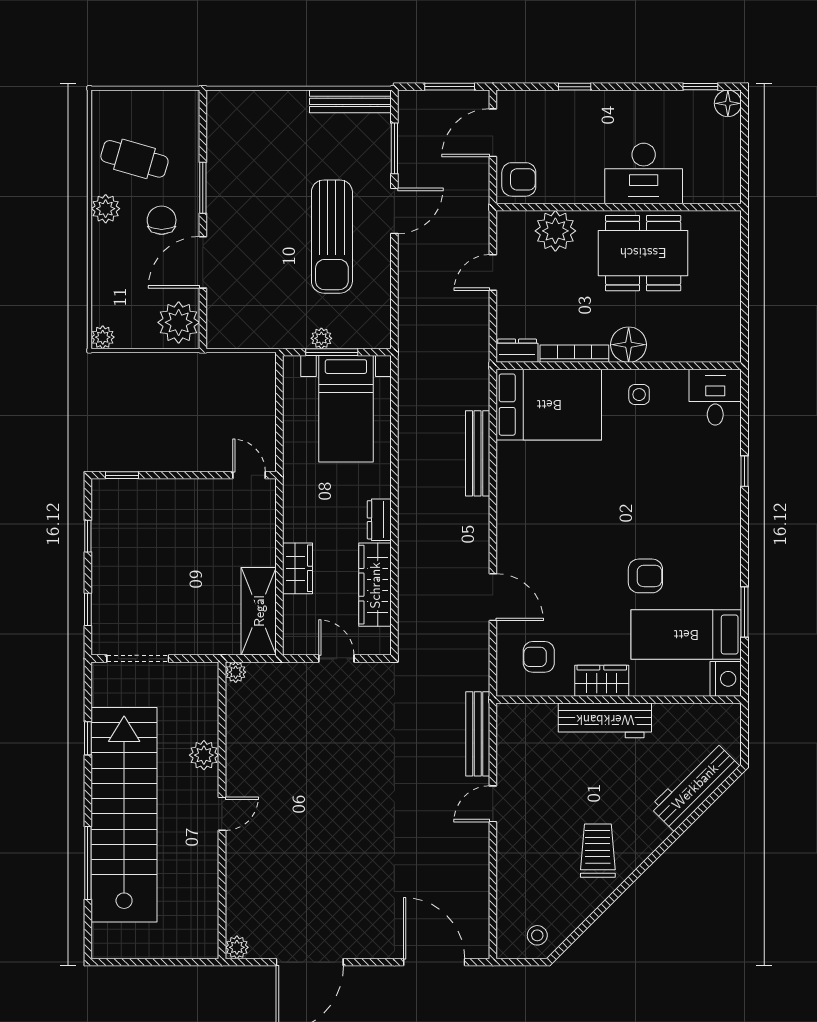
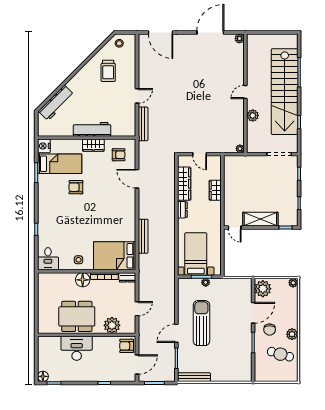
shelving: (259, 611) -> (260, 219), moved, turned 90
trolley: (598, 851) -> (108, 71), moved

